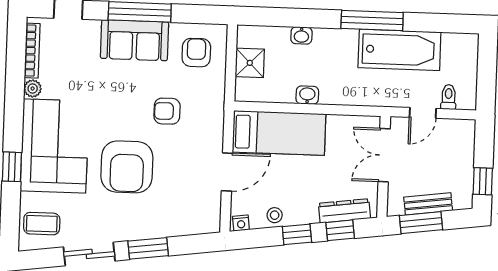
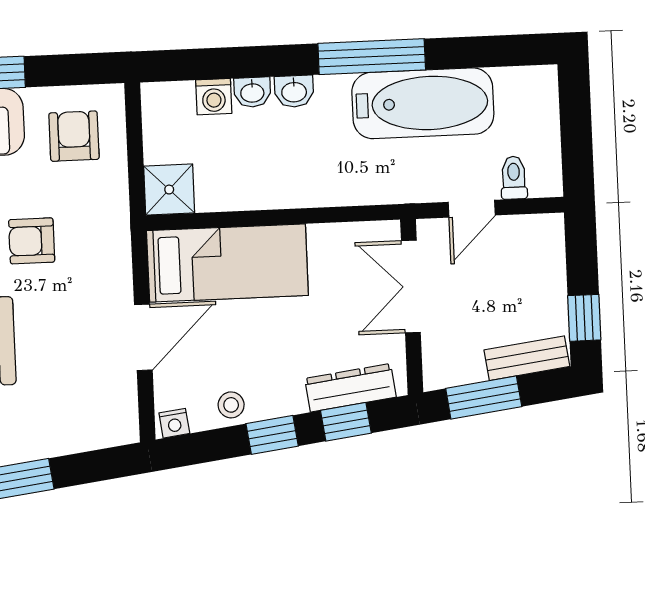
washing machine: (279, 36) -> (214, 97), added
shower: (250, 63) -> (169, 190), moved
washbasin: (307, 95) -> (294, 91), moved, turned 180
bench: (428, 204) -> (527, 358), moved

